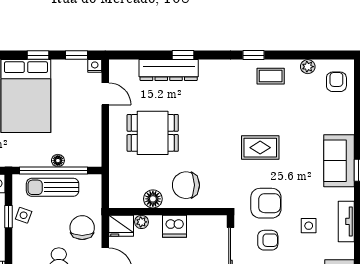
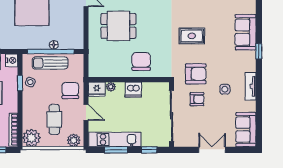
sofa: (339, 161) -> (246, 32), moved
chair: (186, 185) -> (141, 62), turned 90
floor lamp: (153, 199) -> (119, 71), removed

